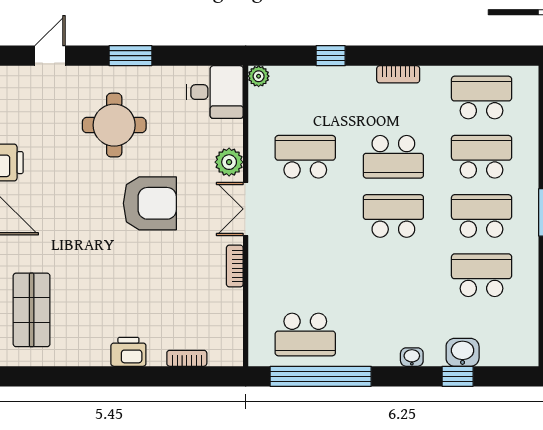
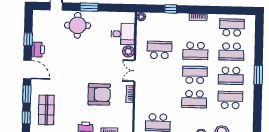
desk: (215, 92) -> (123, 34), moved
round table: (114, 125) -> (78, 25), moved
school desk: (482, 157) -> (231, 52), turned 180
armchair: (150, 203) -> (99, 94), moved
school desk: (482, 216) -> (231, 76), turned 180
school desk: (393, 275) -> (194, 99), added

